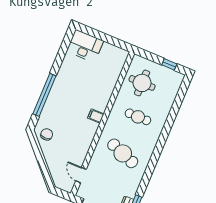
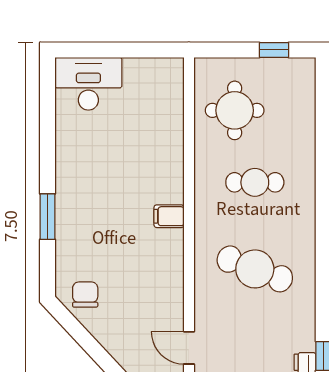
window: (44, 95) -> (47, 217), width x0.47

